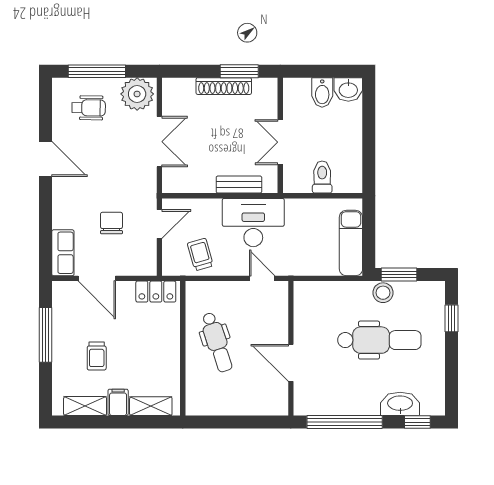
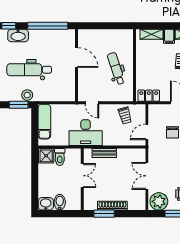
shower: (348, 179) -> (46, 156), added
desk: (253, 223) -> (86, 133), moved

